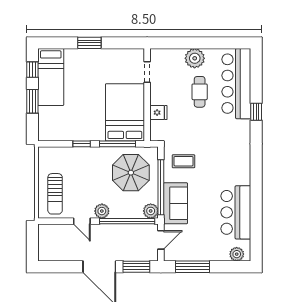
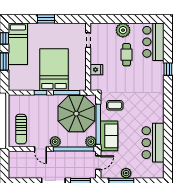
bar counter: (236, 84) -> (153, 42), width x0.73
bed: (125, 112) -> (54, 70), moved
parasol: (131, 173) -> (76, 114), width x1.36, depth x1.36
plant: (237, 254) -> (126, 173), moved

